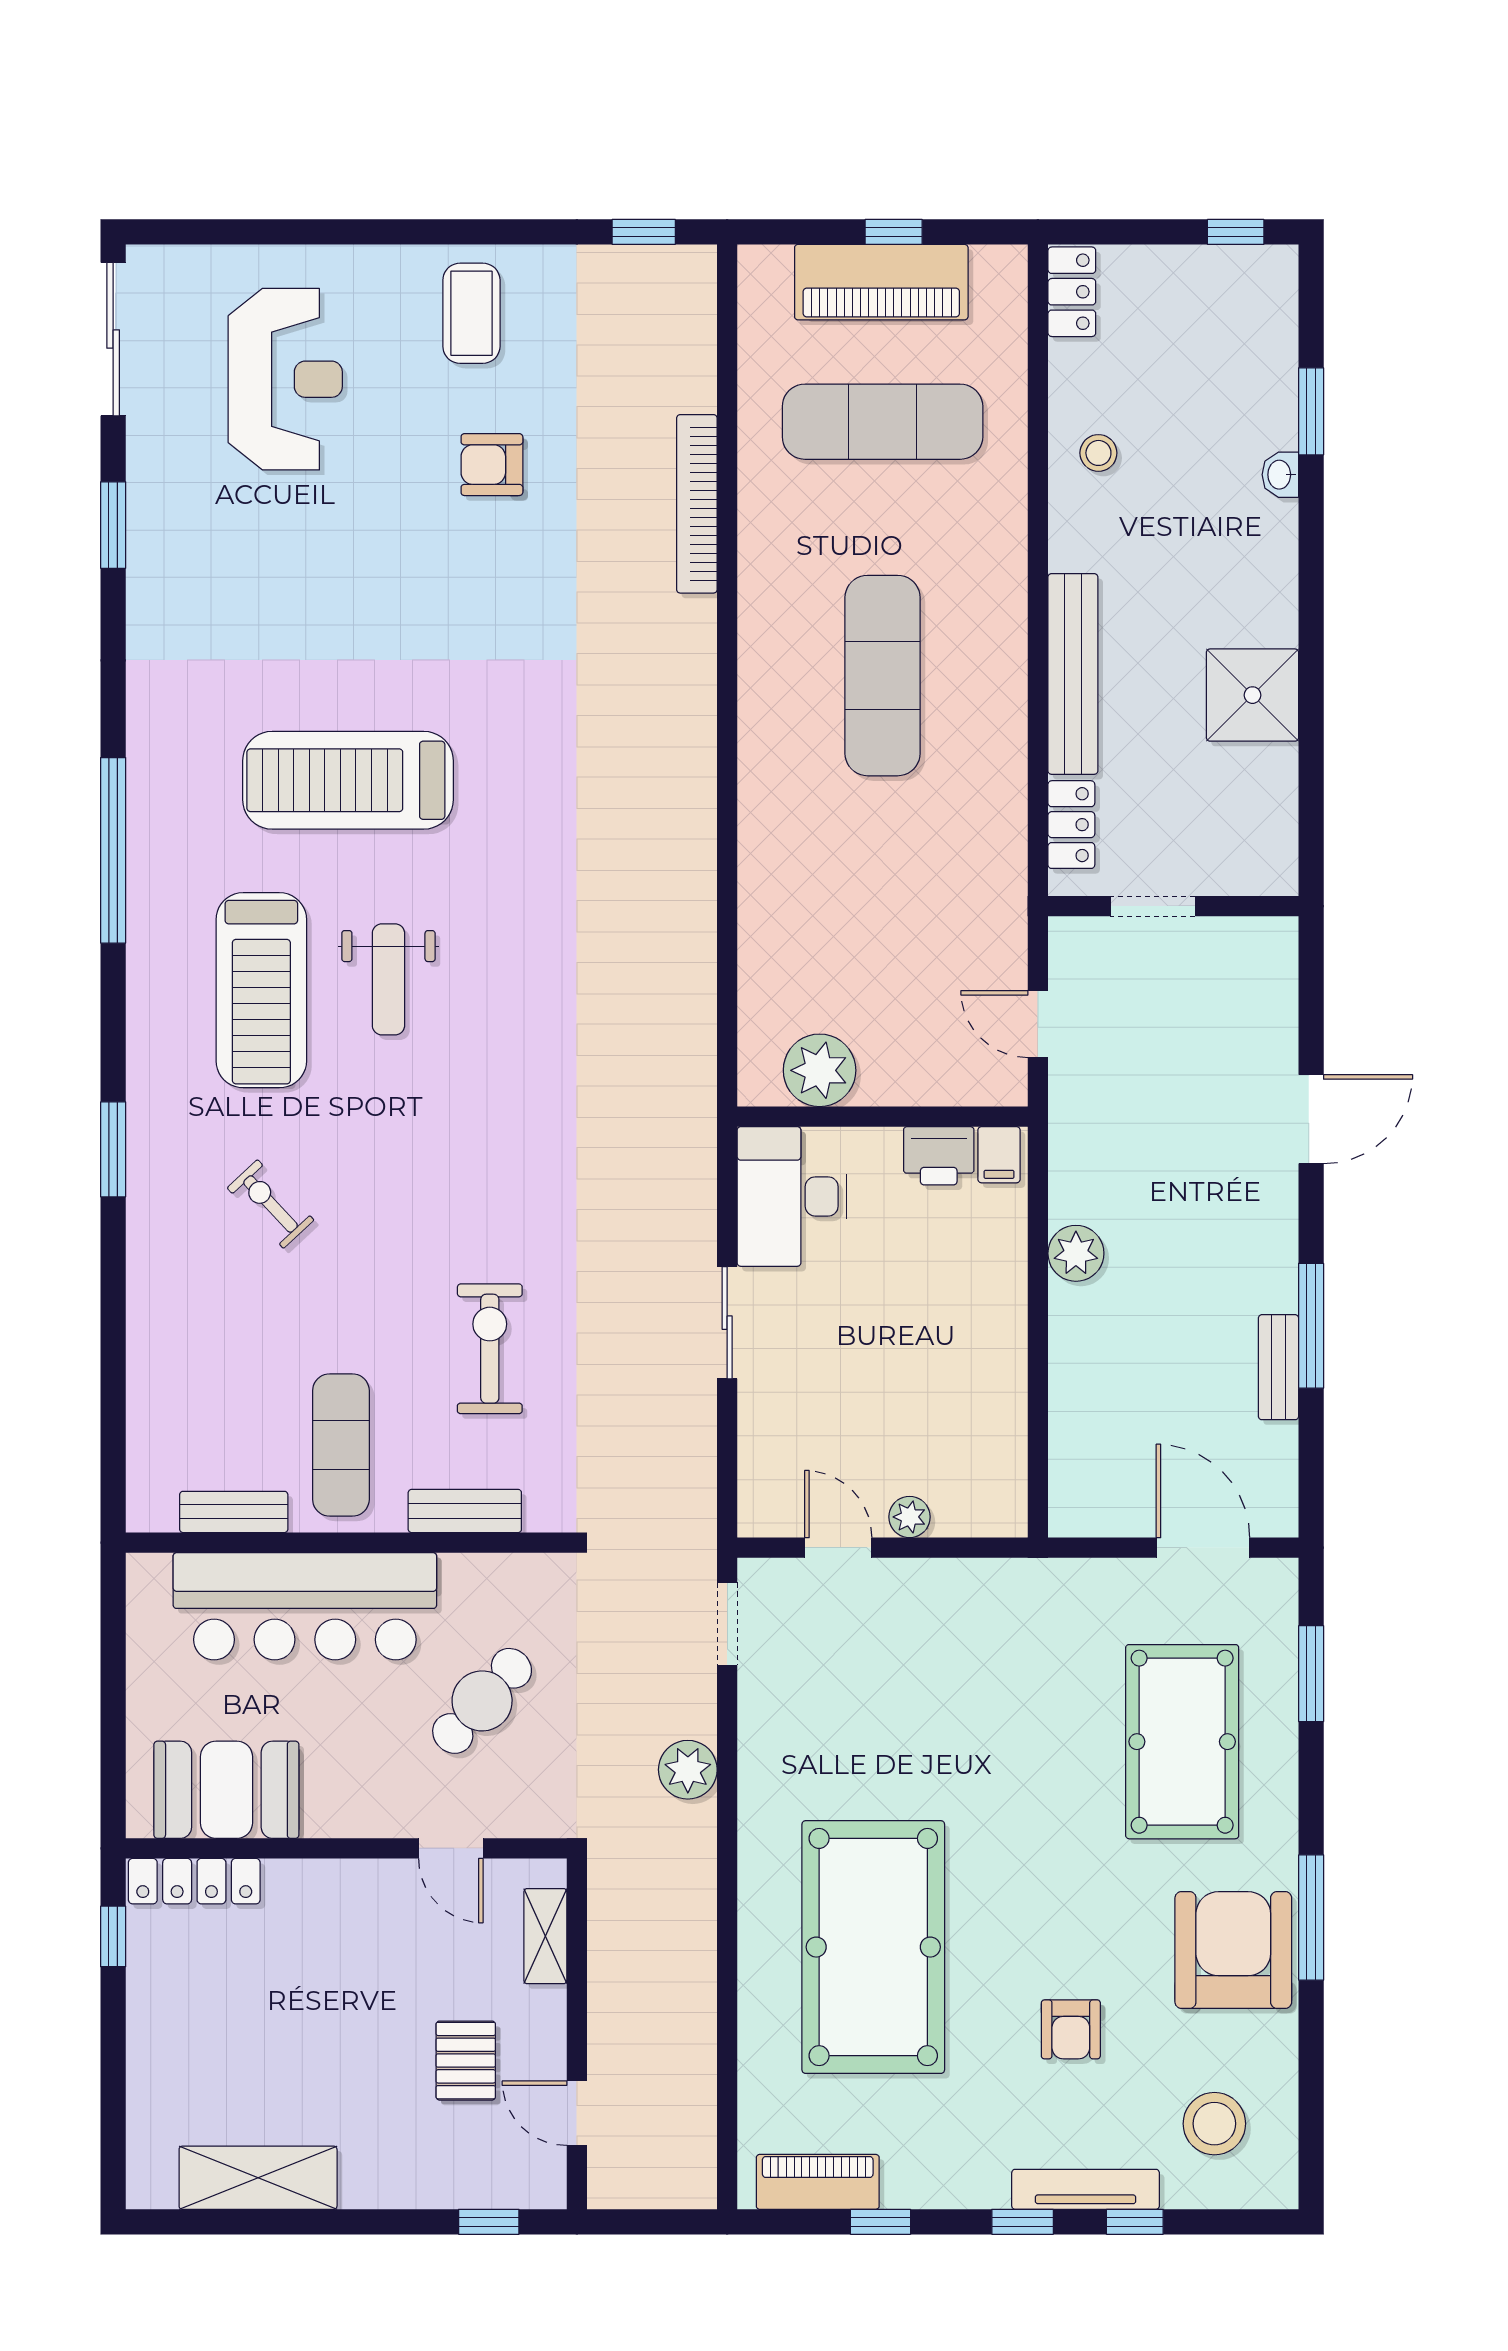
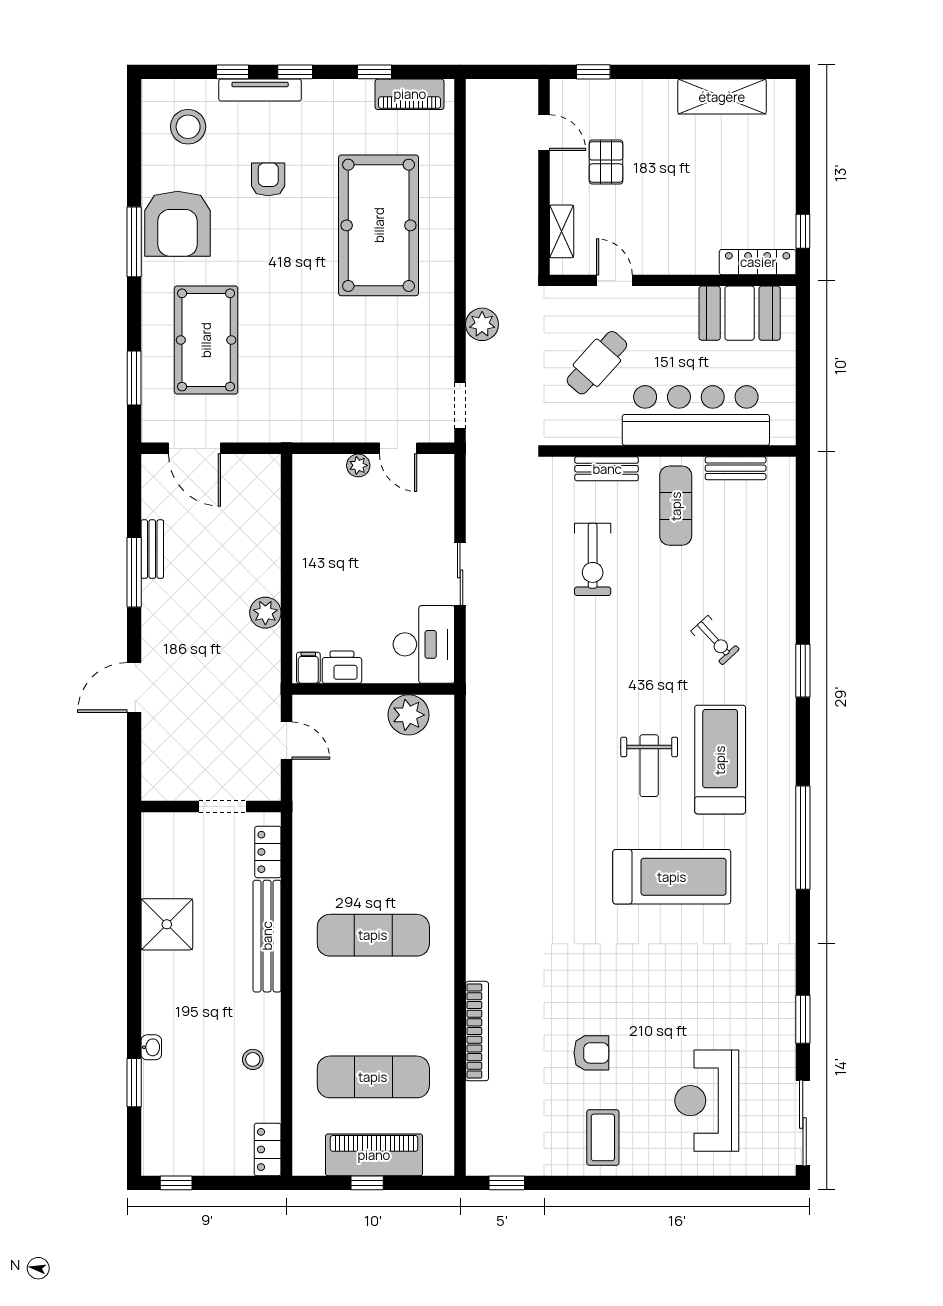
exercise mat: (883, 676) -> (373, 935), turned 90
weight bench: (388, 979) -> (649, 766), turned 180

